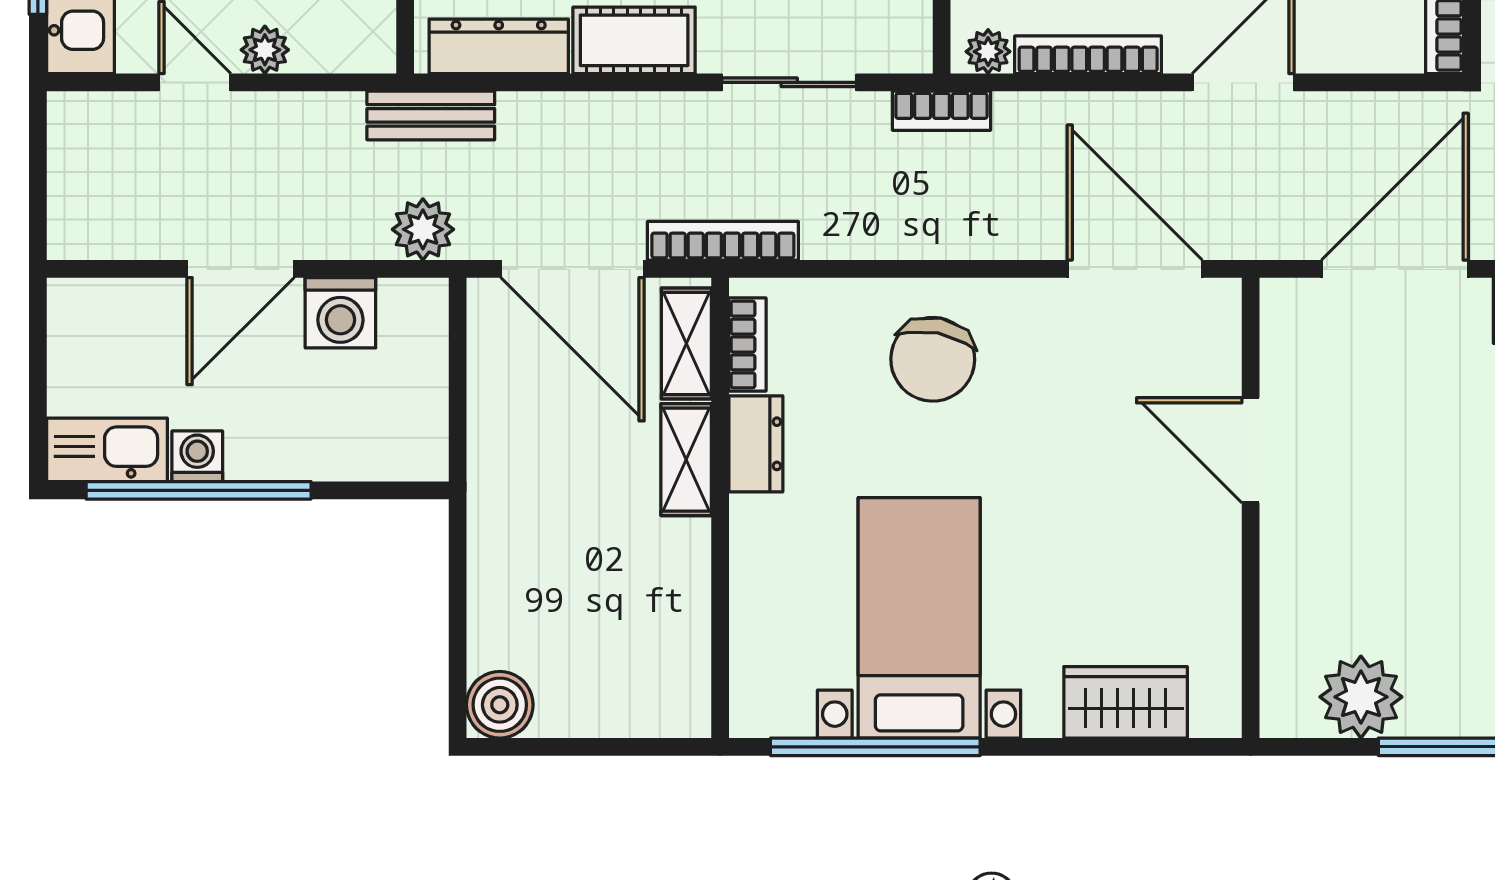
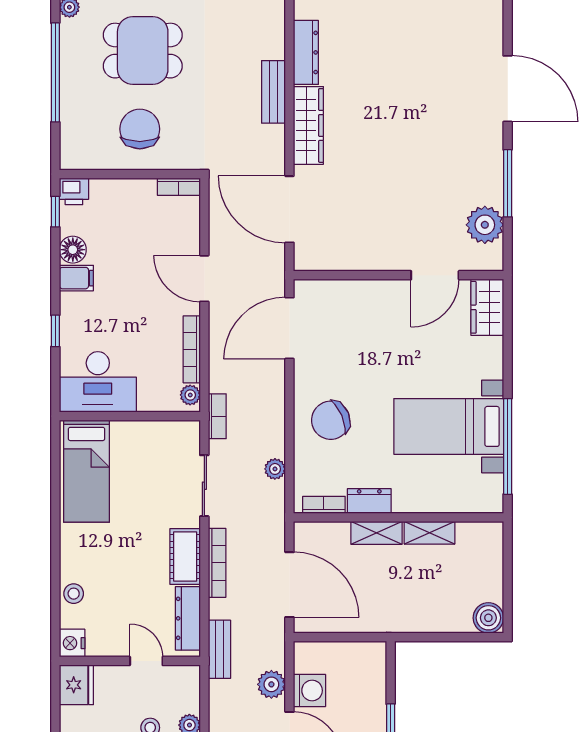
plant: (423, 229) -> (271, 684), moved
plant: (826, 237) -> (275, 469), added
bookcase: (723, 241) -> (217, 563), moved, turned 180
door: (573, 269) -> (289, 585), hinge flipped
shelving: (686, 344) -> (429, 533), moved
chair: (933, 359) -> (331, 420), turned 146
door: (1251, 450) -> (435, 275), moved
wardrobe: (1126, 702) -> (487, 307), moved

